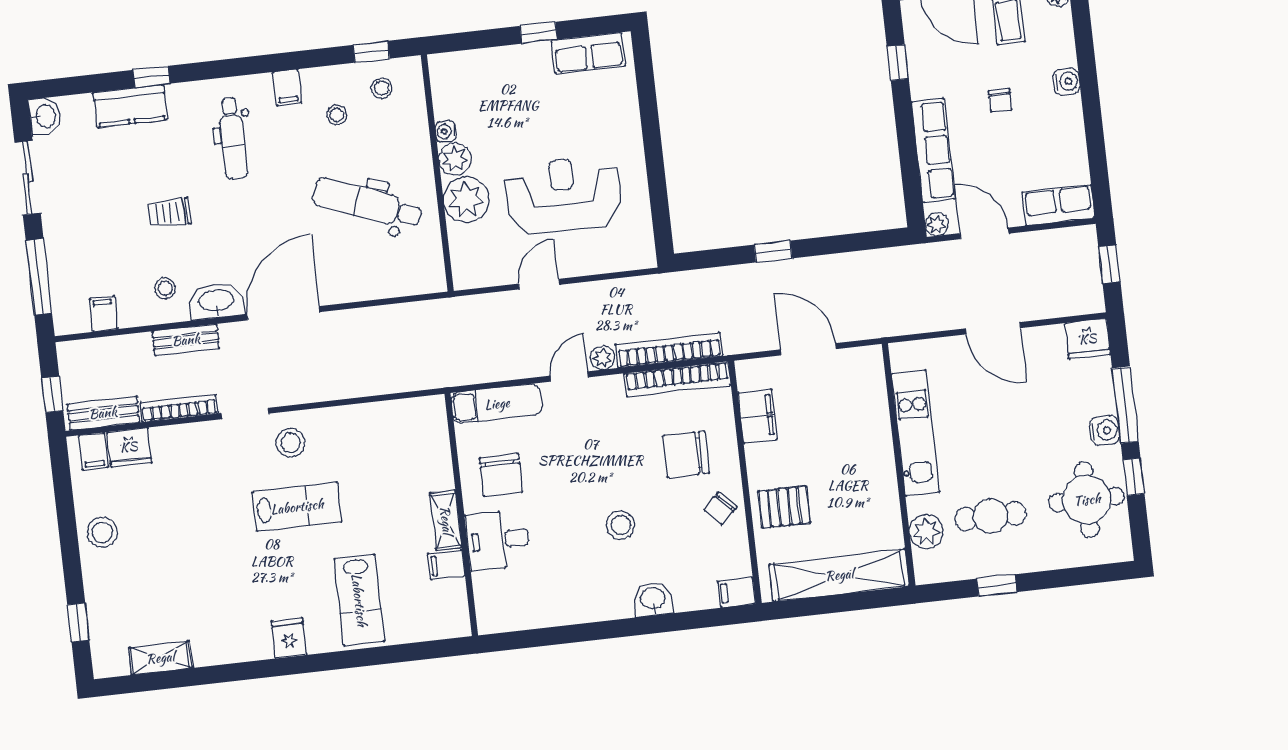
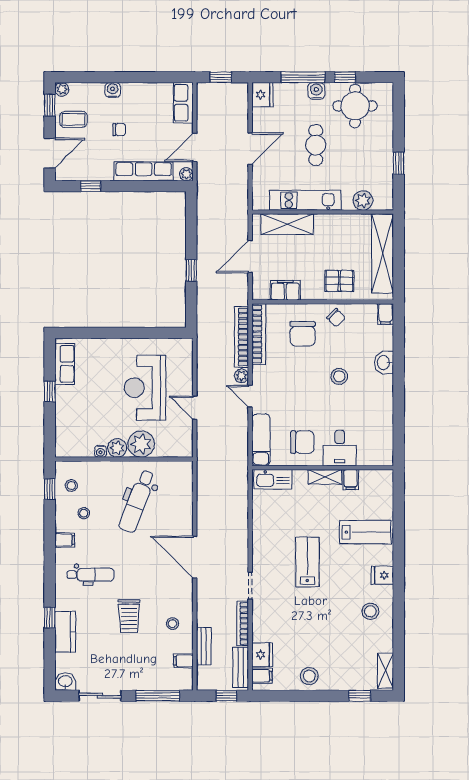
trolley: (170, 212) -> (129, 616), width x1.36, depth x1.39
washbasin: (216, 301) -> (183, 595), removed
bench: (186, 340) -> (204, 646), moved
shelving: (871, 407) -> (287, 224), added
kitchen sink: (431, 432) -> (273, 479), added
stool: (290, 443) -> (370, 611), moved
pallet: (784, 507) -> (339, 281), turned 90
cafe table: (991, 516) -> (316, 145), moved
shelving: (160, 658) -> (385, 671), moved

